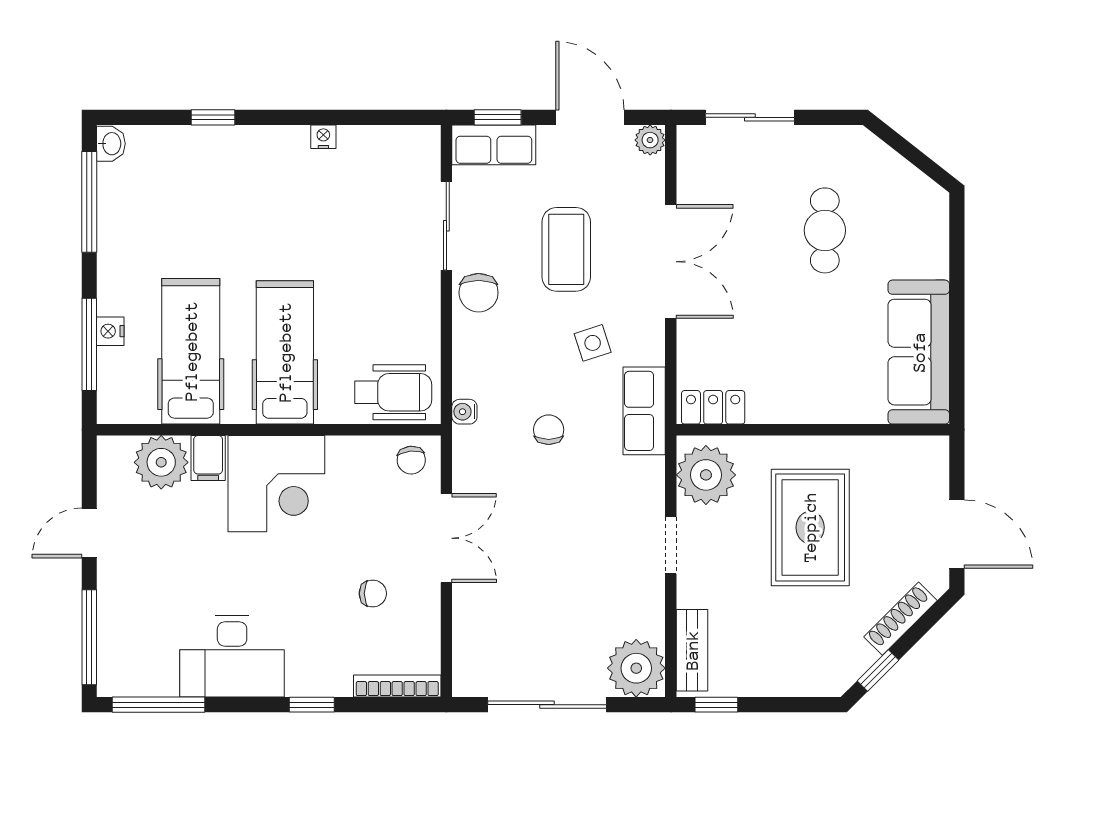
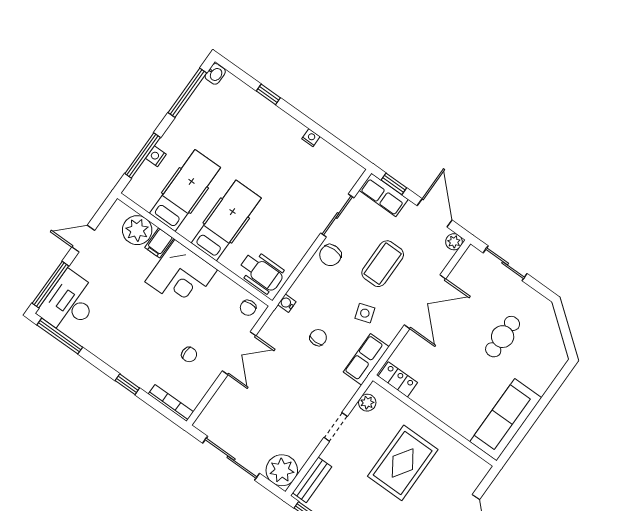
plant: (706, 475) -> (367, 403), width x0.53, depth x0.53
desk: (232, 656) -> (69, 303), moved, turned 90

